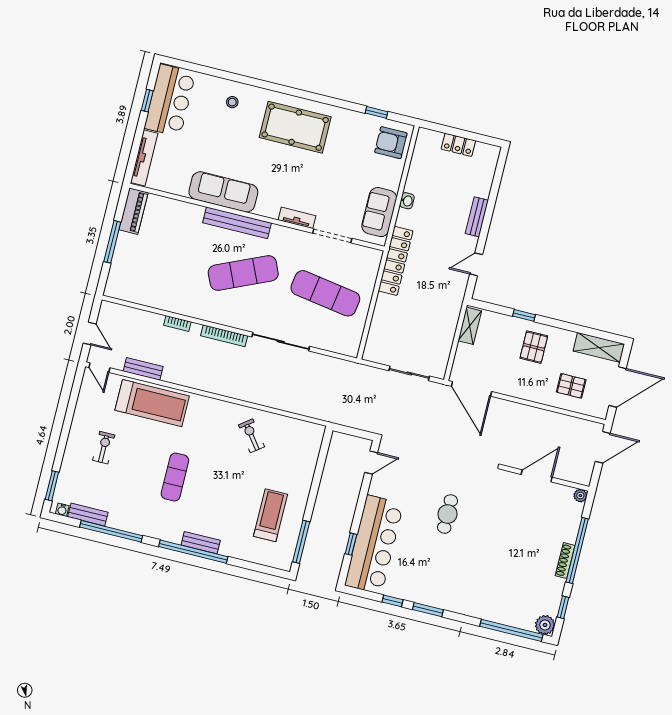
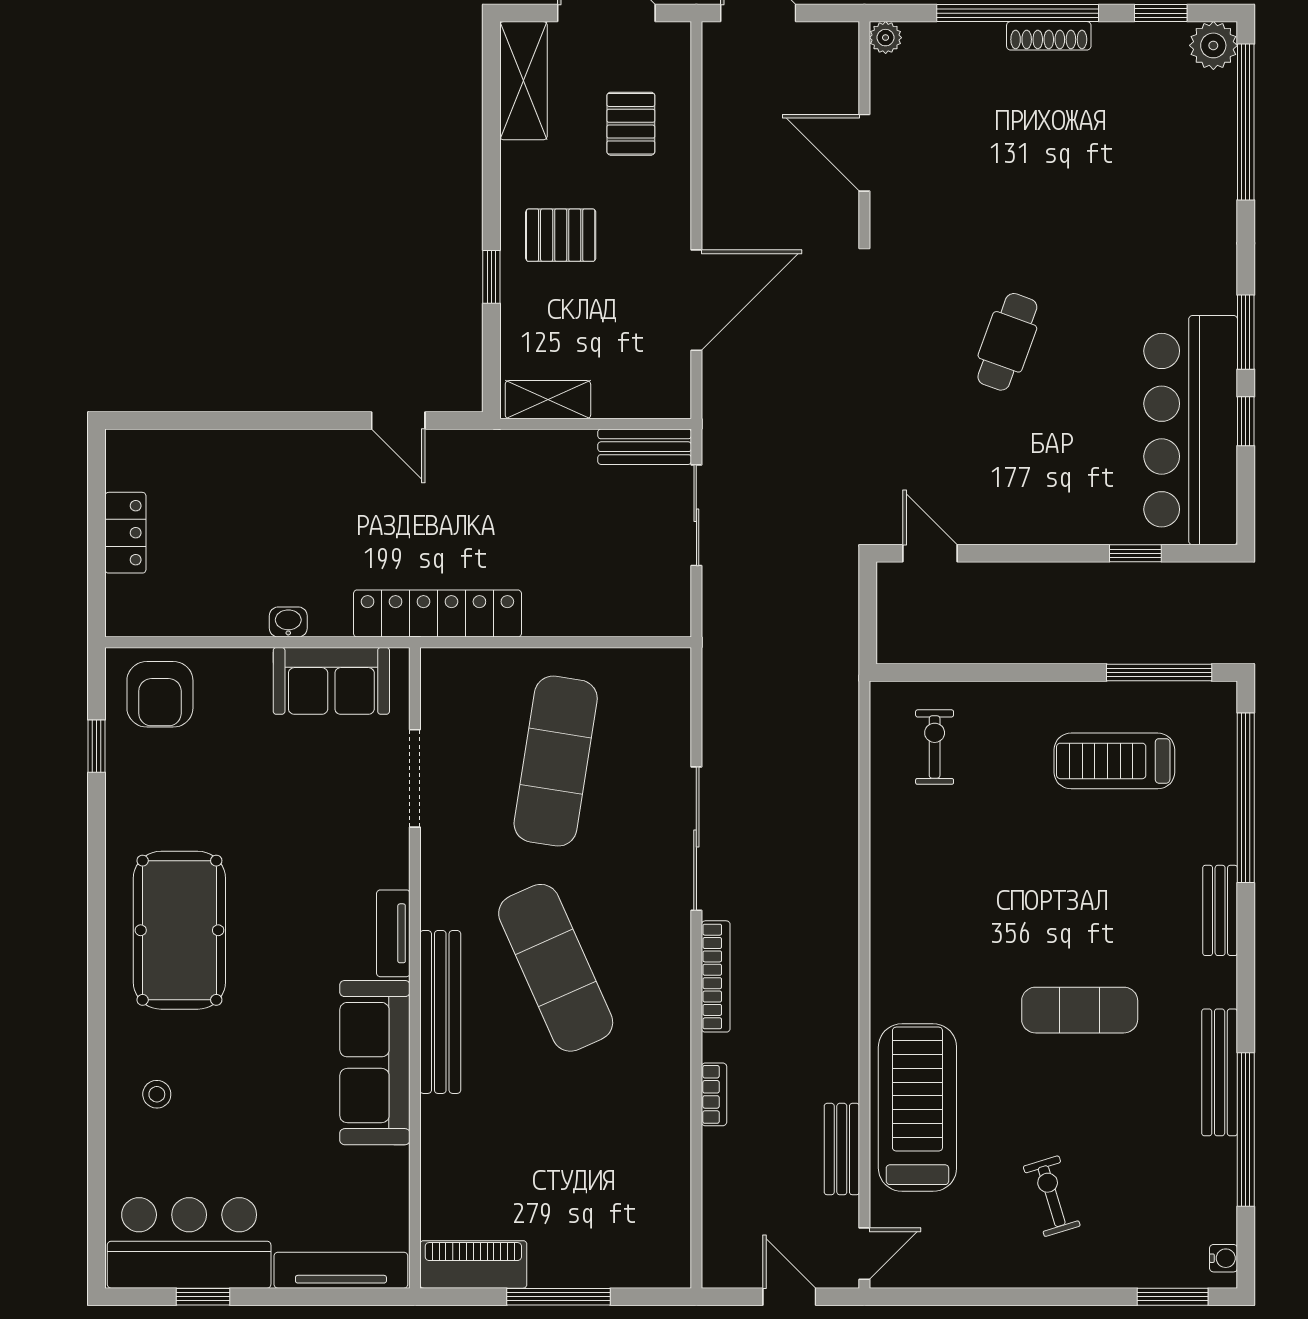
bench: (477, 217) -> (645, 447), moved
tv unit: (297, 218) -> (393, 933), moved
door: (90, 334) -> (789, 1297), hinge flipped
door: (472, 389) -> (696, 300), moved
exercise bike: (251, 436) -> (935, 747), moved, turned 127
exercise bike: (104, 448) -> (1052, 1196), turned 73
bench: (88, 514) -> (1220, 1072), moved, width x1.36
cafe table: (448, 514) -> (1007, 342), turned -70
bar counter: (374, 544) -> (1191, 430), moved, turned -90
window: (193, 552) -> (1246, 798), moved

